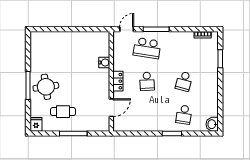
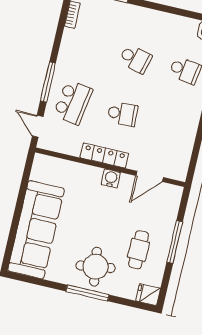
sofa: (61, 43) -> (36, 230), added
water cooler: (104, 62) -> (111, 178), moved
locker: (118, 81) -> (104, 156), width x1.53
door: (111, 108) -> (150, 176), swing flipped

